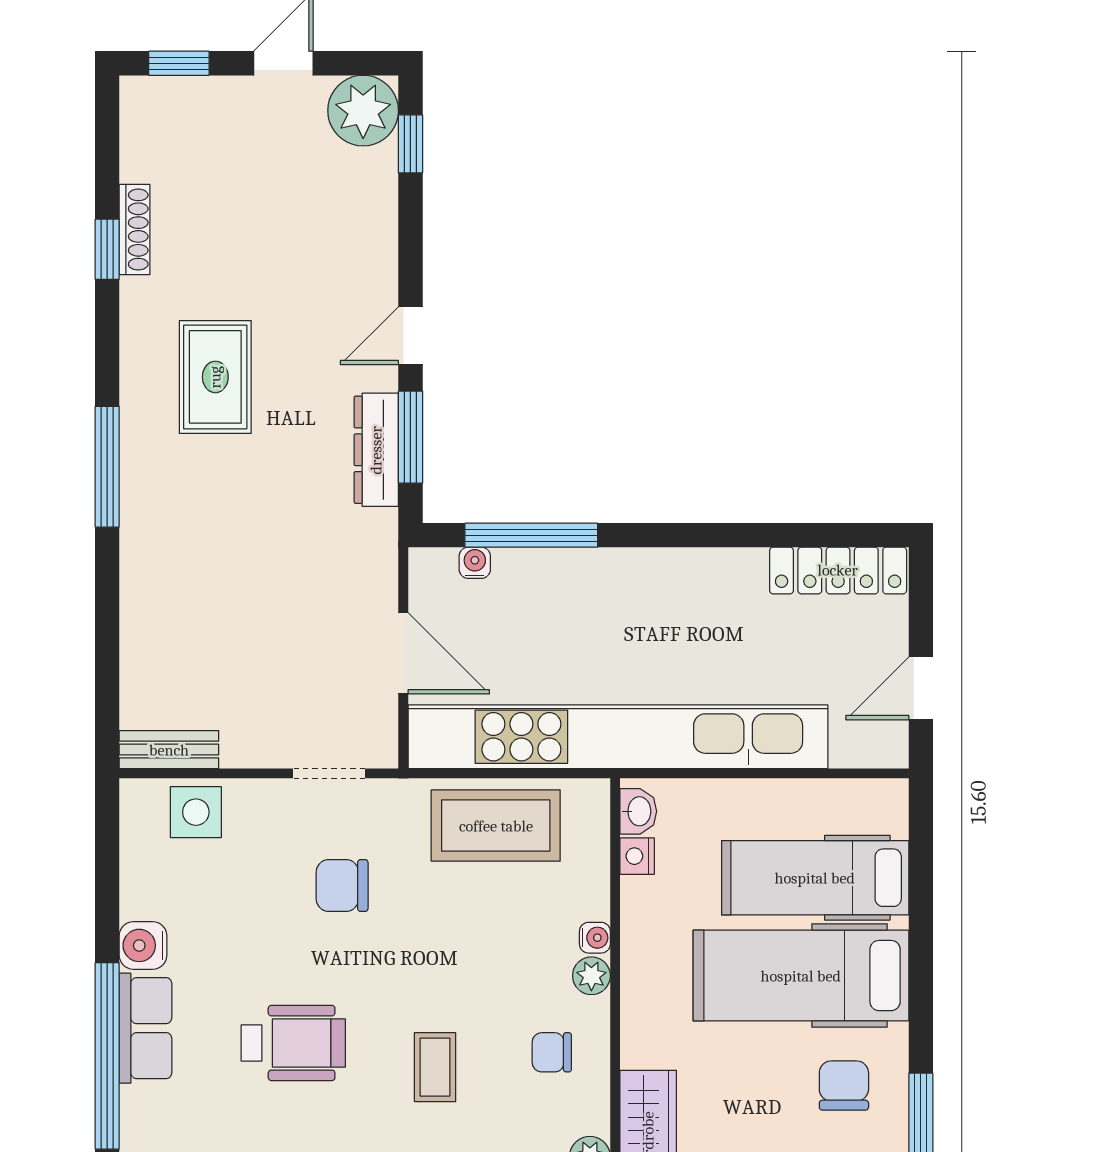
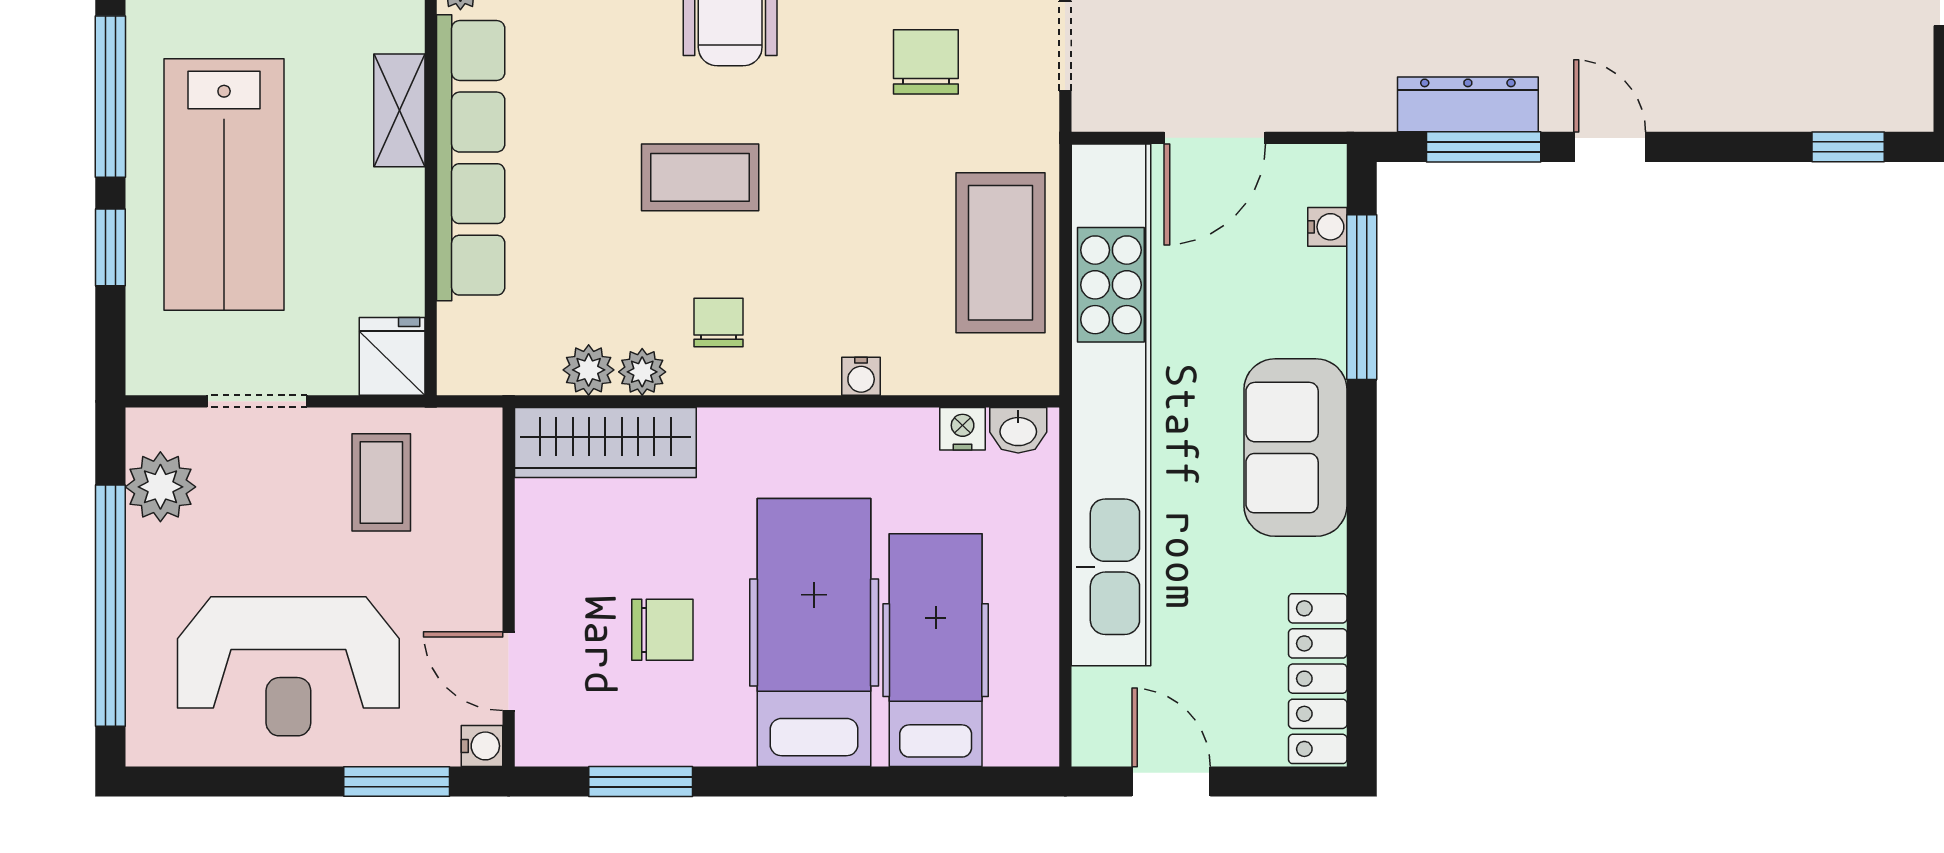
plant: (363, 111) -> (1890, 88), removed
sofa: (652, 588) -> (1295, 448), added
plant: (591, 976) -> (642, 372), moved
coffee table: (435, 1067) -> (700, 177), width x1.36, depth x1.30
chair: (844, 1085) -> (662, 630), moved

